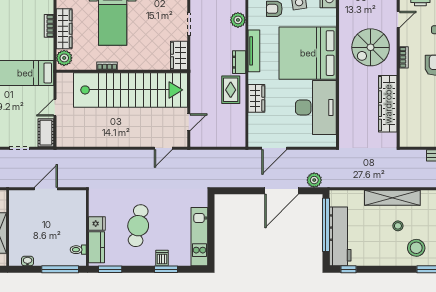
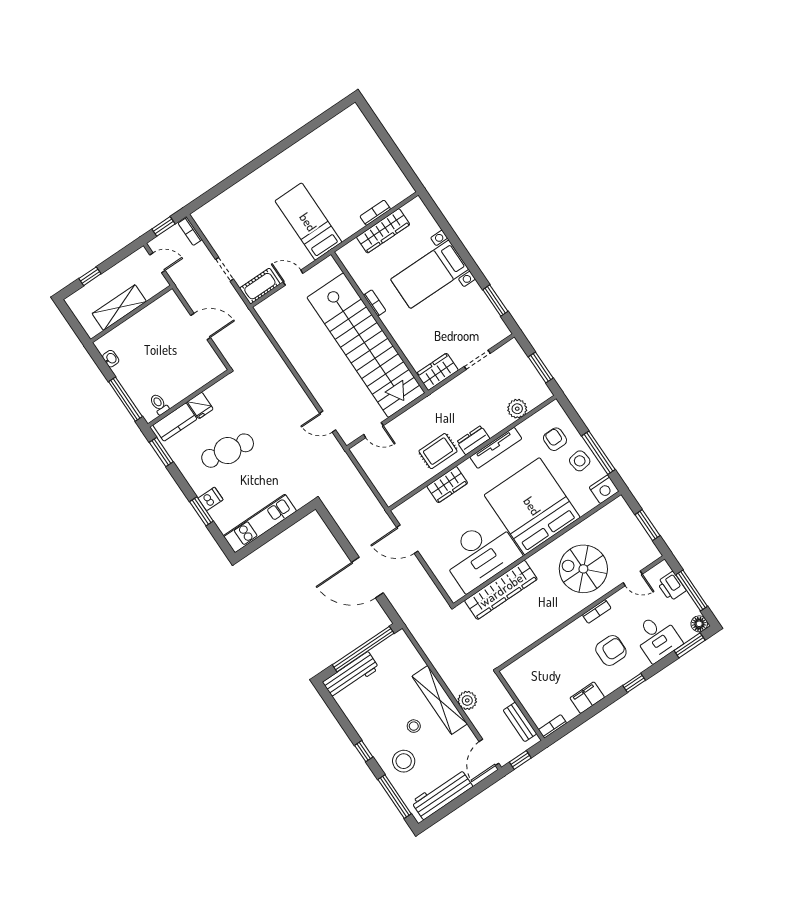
plant: (64, 58) -> (352, 252), removed
wardrobe: (388, 104) -> (501, 590), moved, turned 180
plant: (314, 180) -> (467, 700), moved
workbench: (340, 236) -> (351, 675), width x0.73, depth x0.76
window: (349, 269) -> (364, 751), moved

